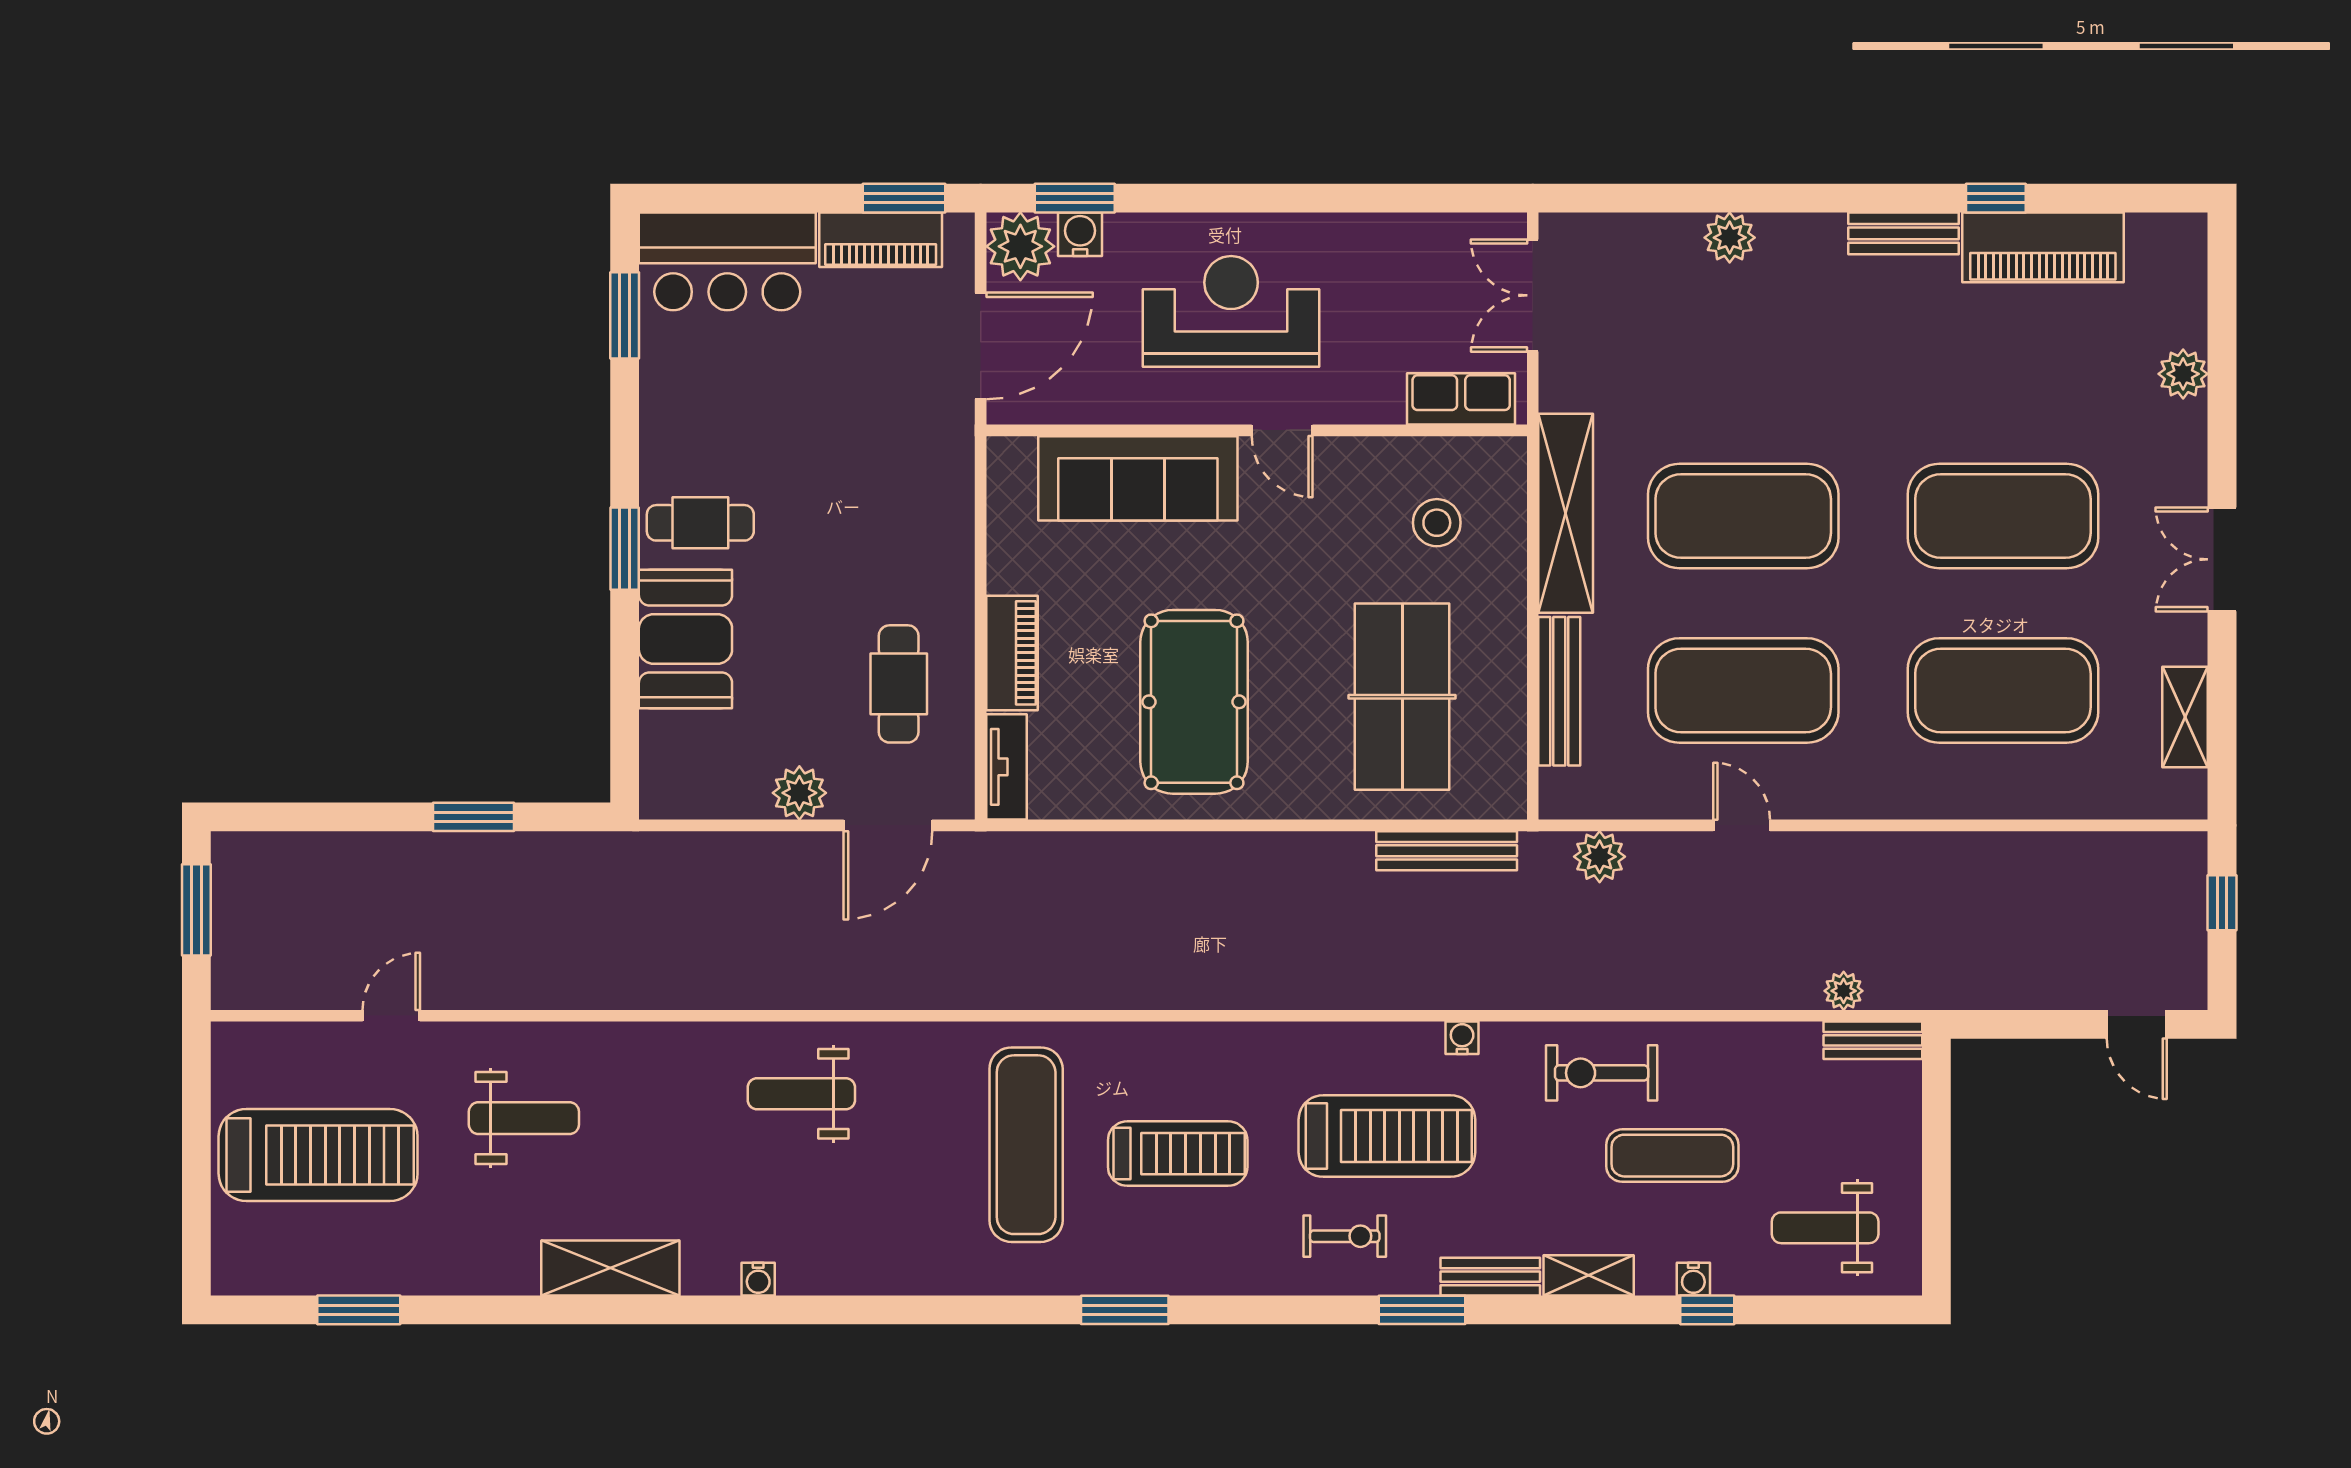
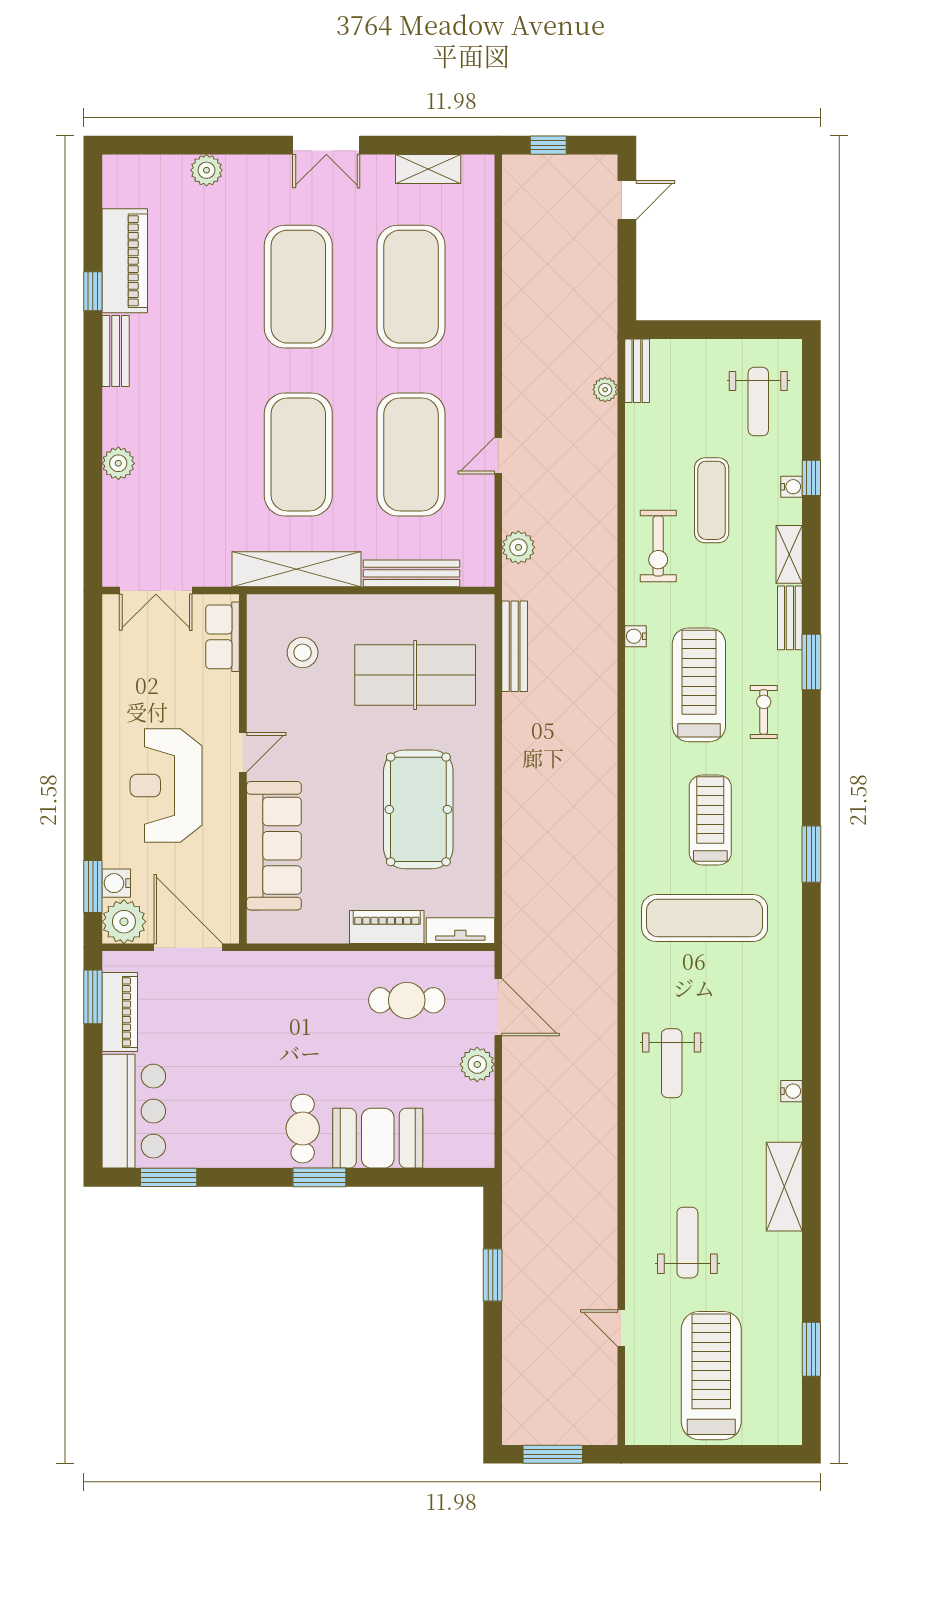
pool table: (1194, 702) -> (418, 809), turned 90

